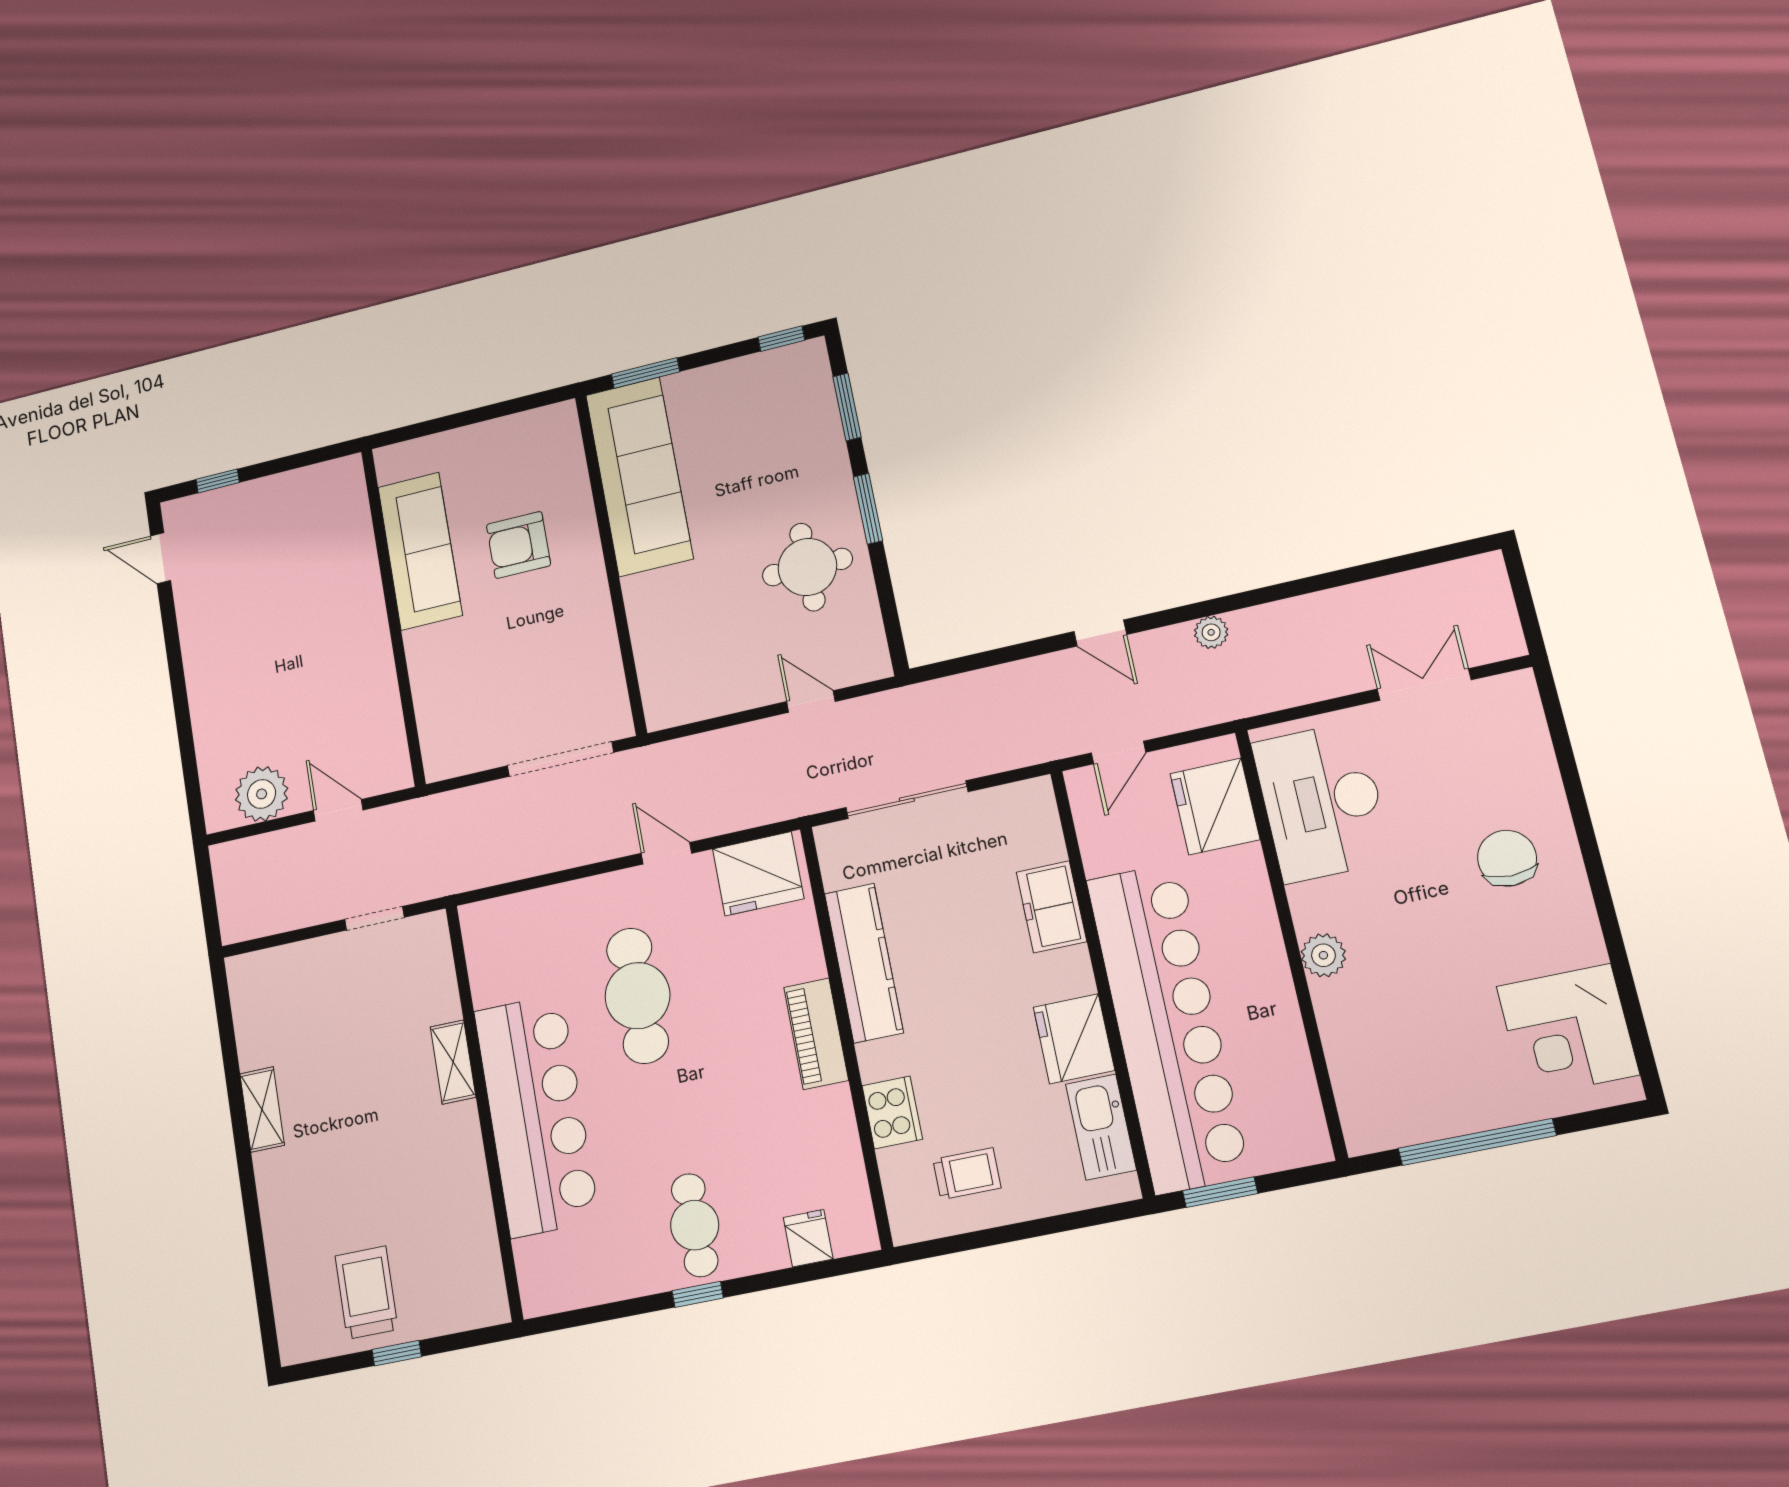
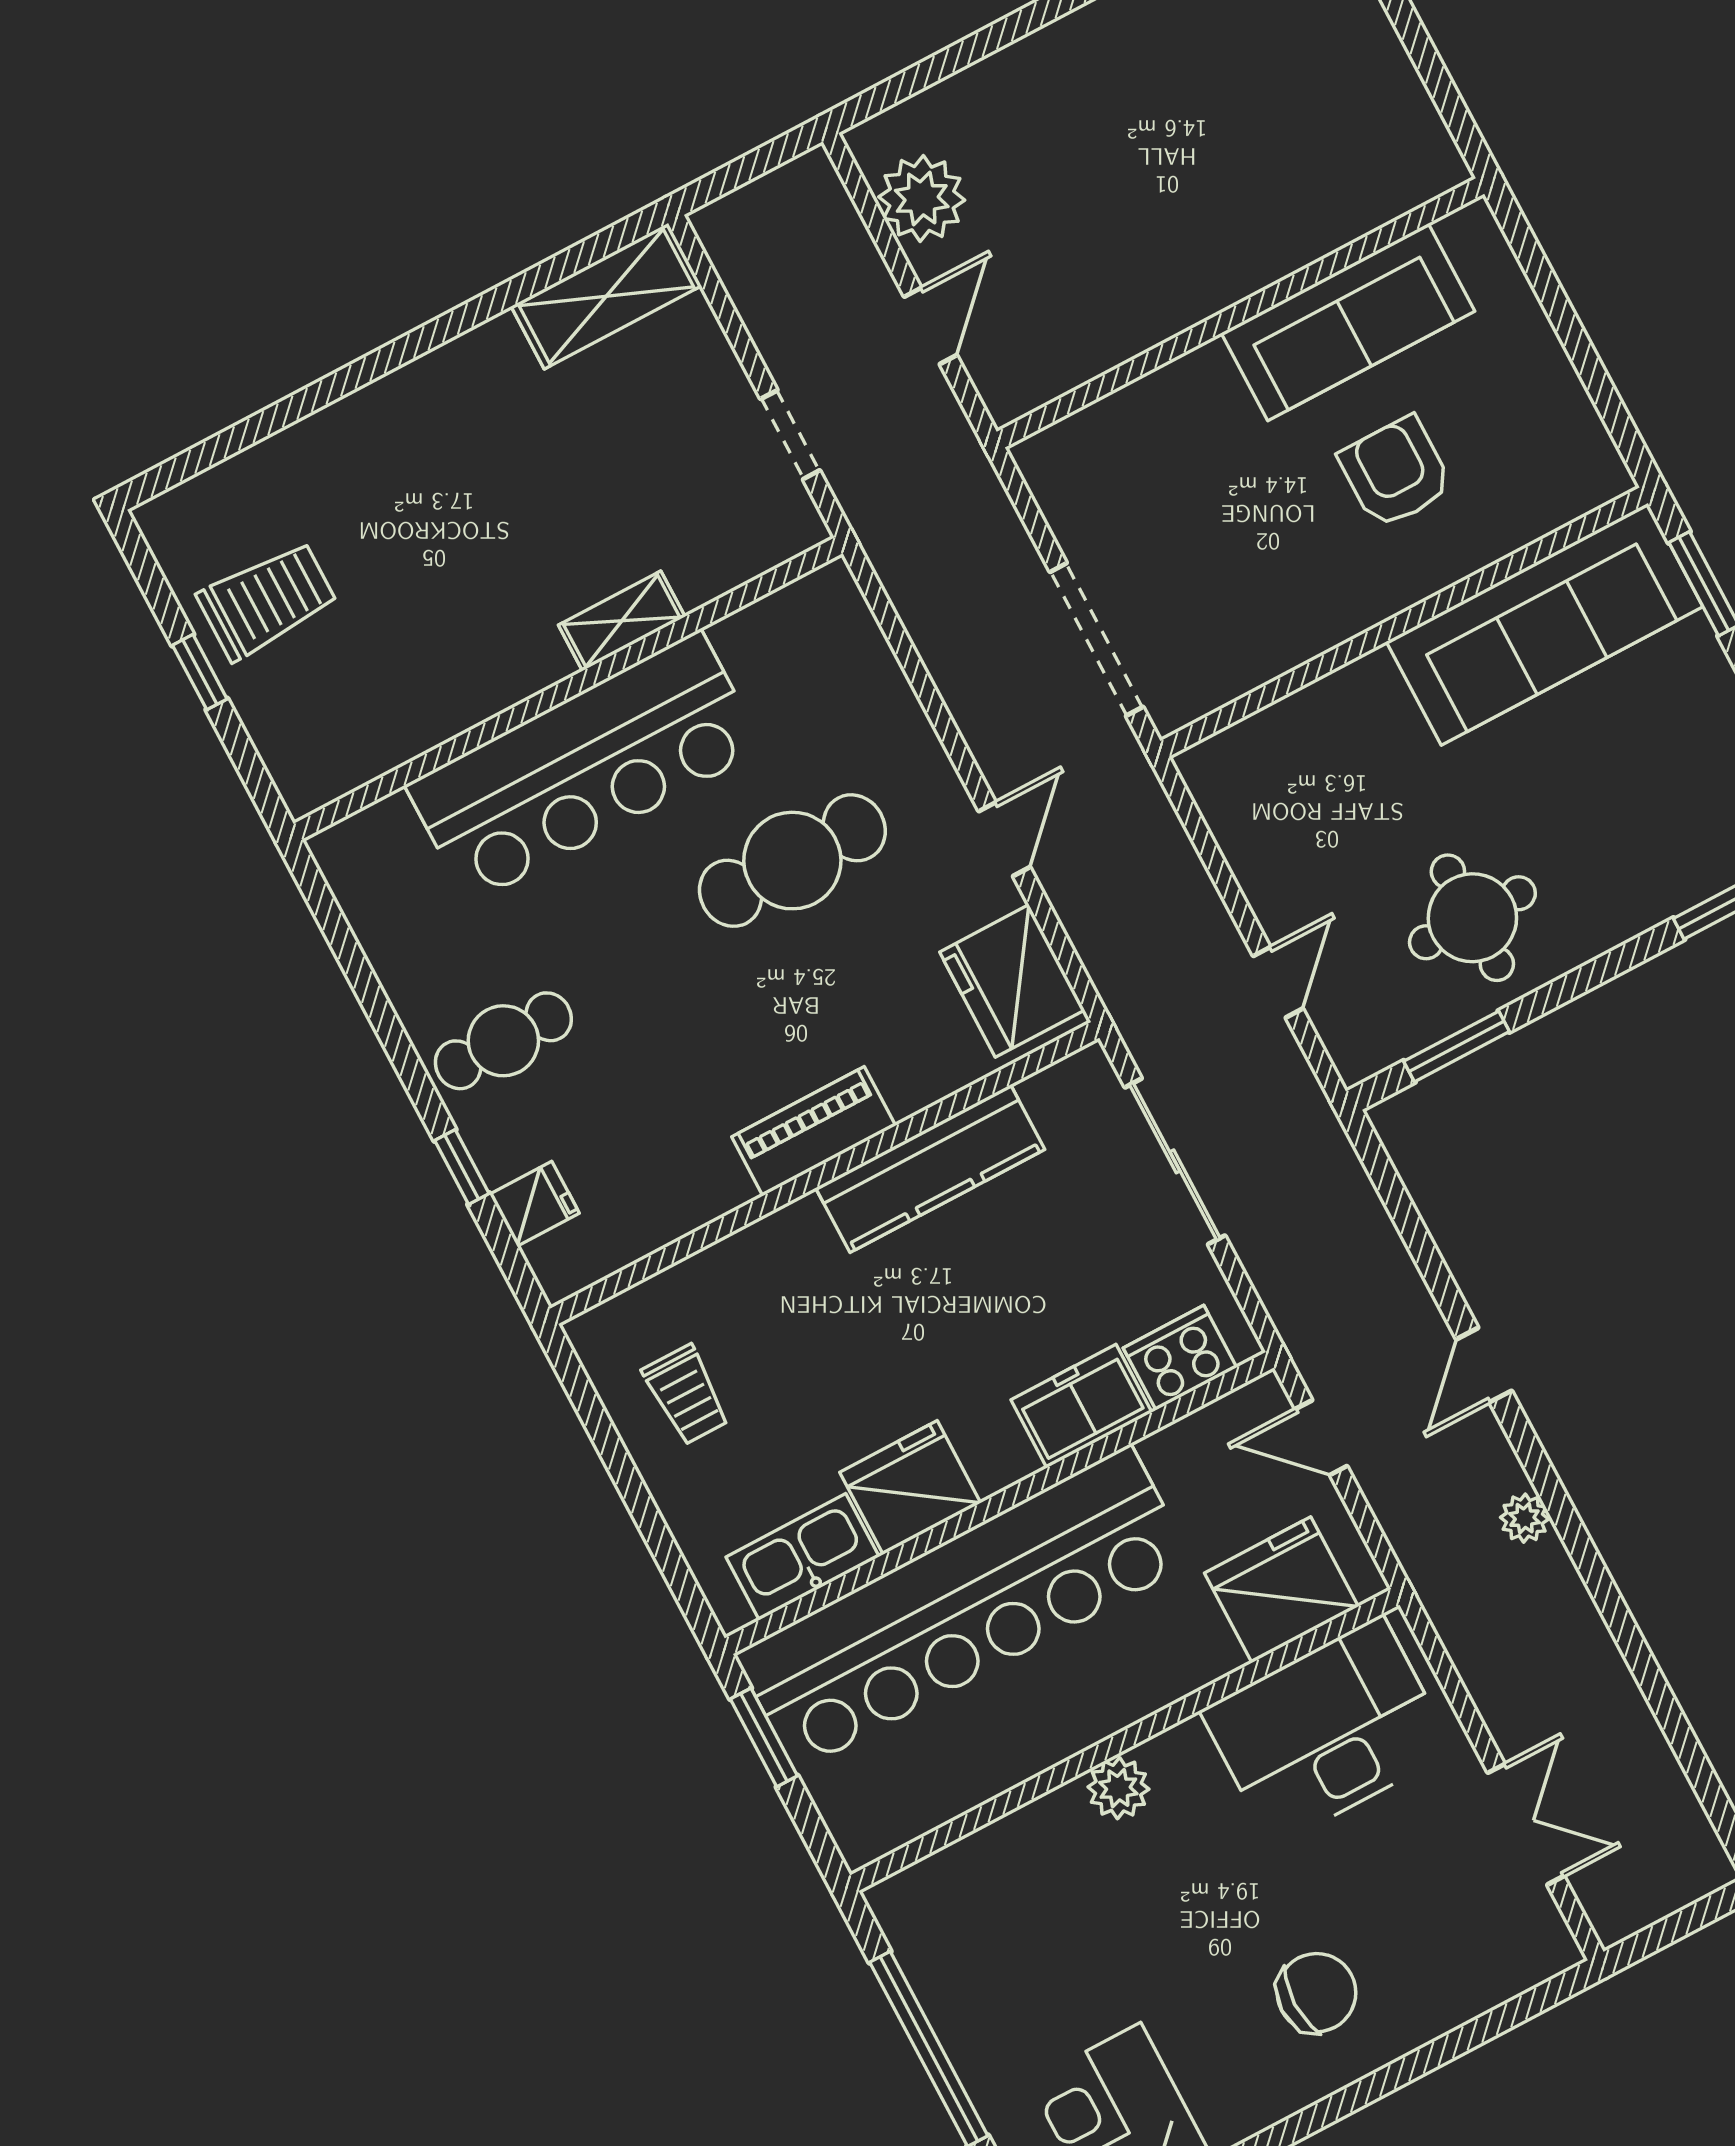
window: (868, 509) -> (1457, 1046), moved
shelving: (262, 1110) -> (606, 296), moved, width x1.50, depth x1.33
cooker: (892, 1112) -> (1180, 1358), moved, turned 180
window: (698, 1294) -> (462, 1167), moved

